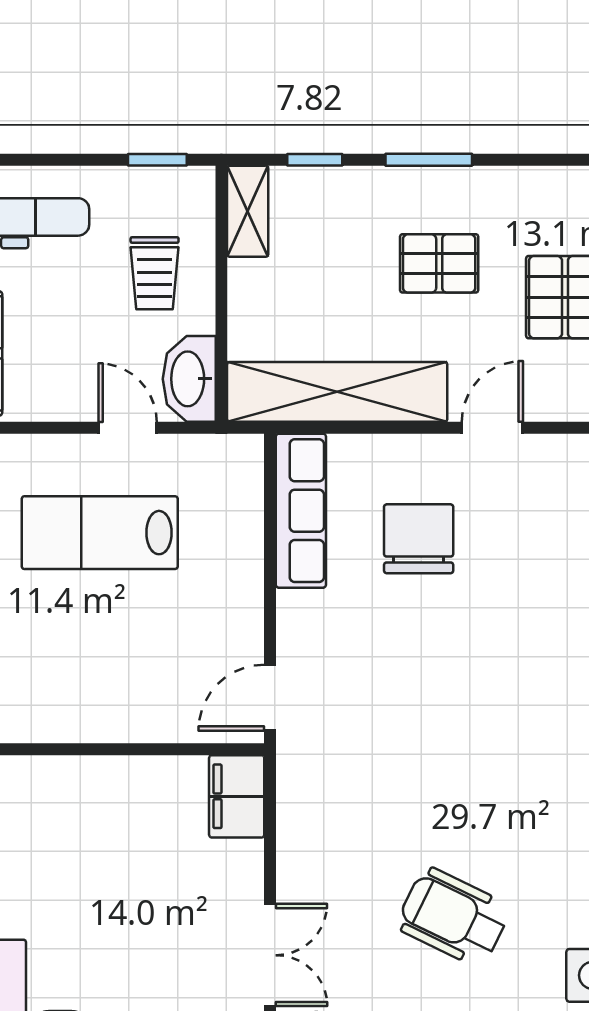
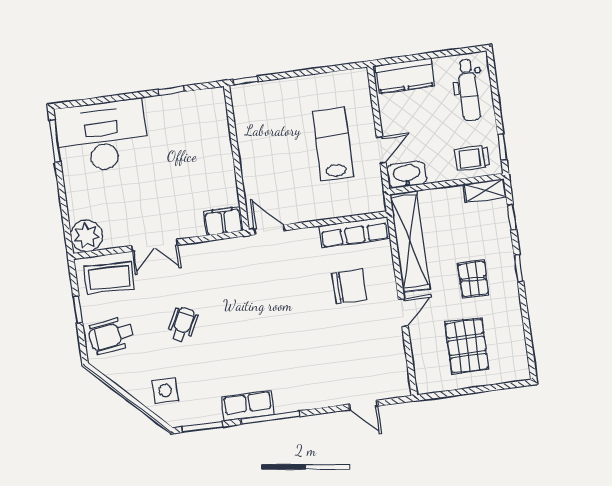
window: (429, 160) -> (519, 268), width x0.67
trolley: (155, 273) -> (472, 158), moved
door: (492, 428) -> (403, 313), hinge flipped
wheelchair: (453, 917) -> (183, 325), width x0.73, depth x0.73

